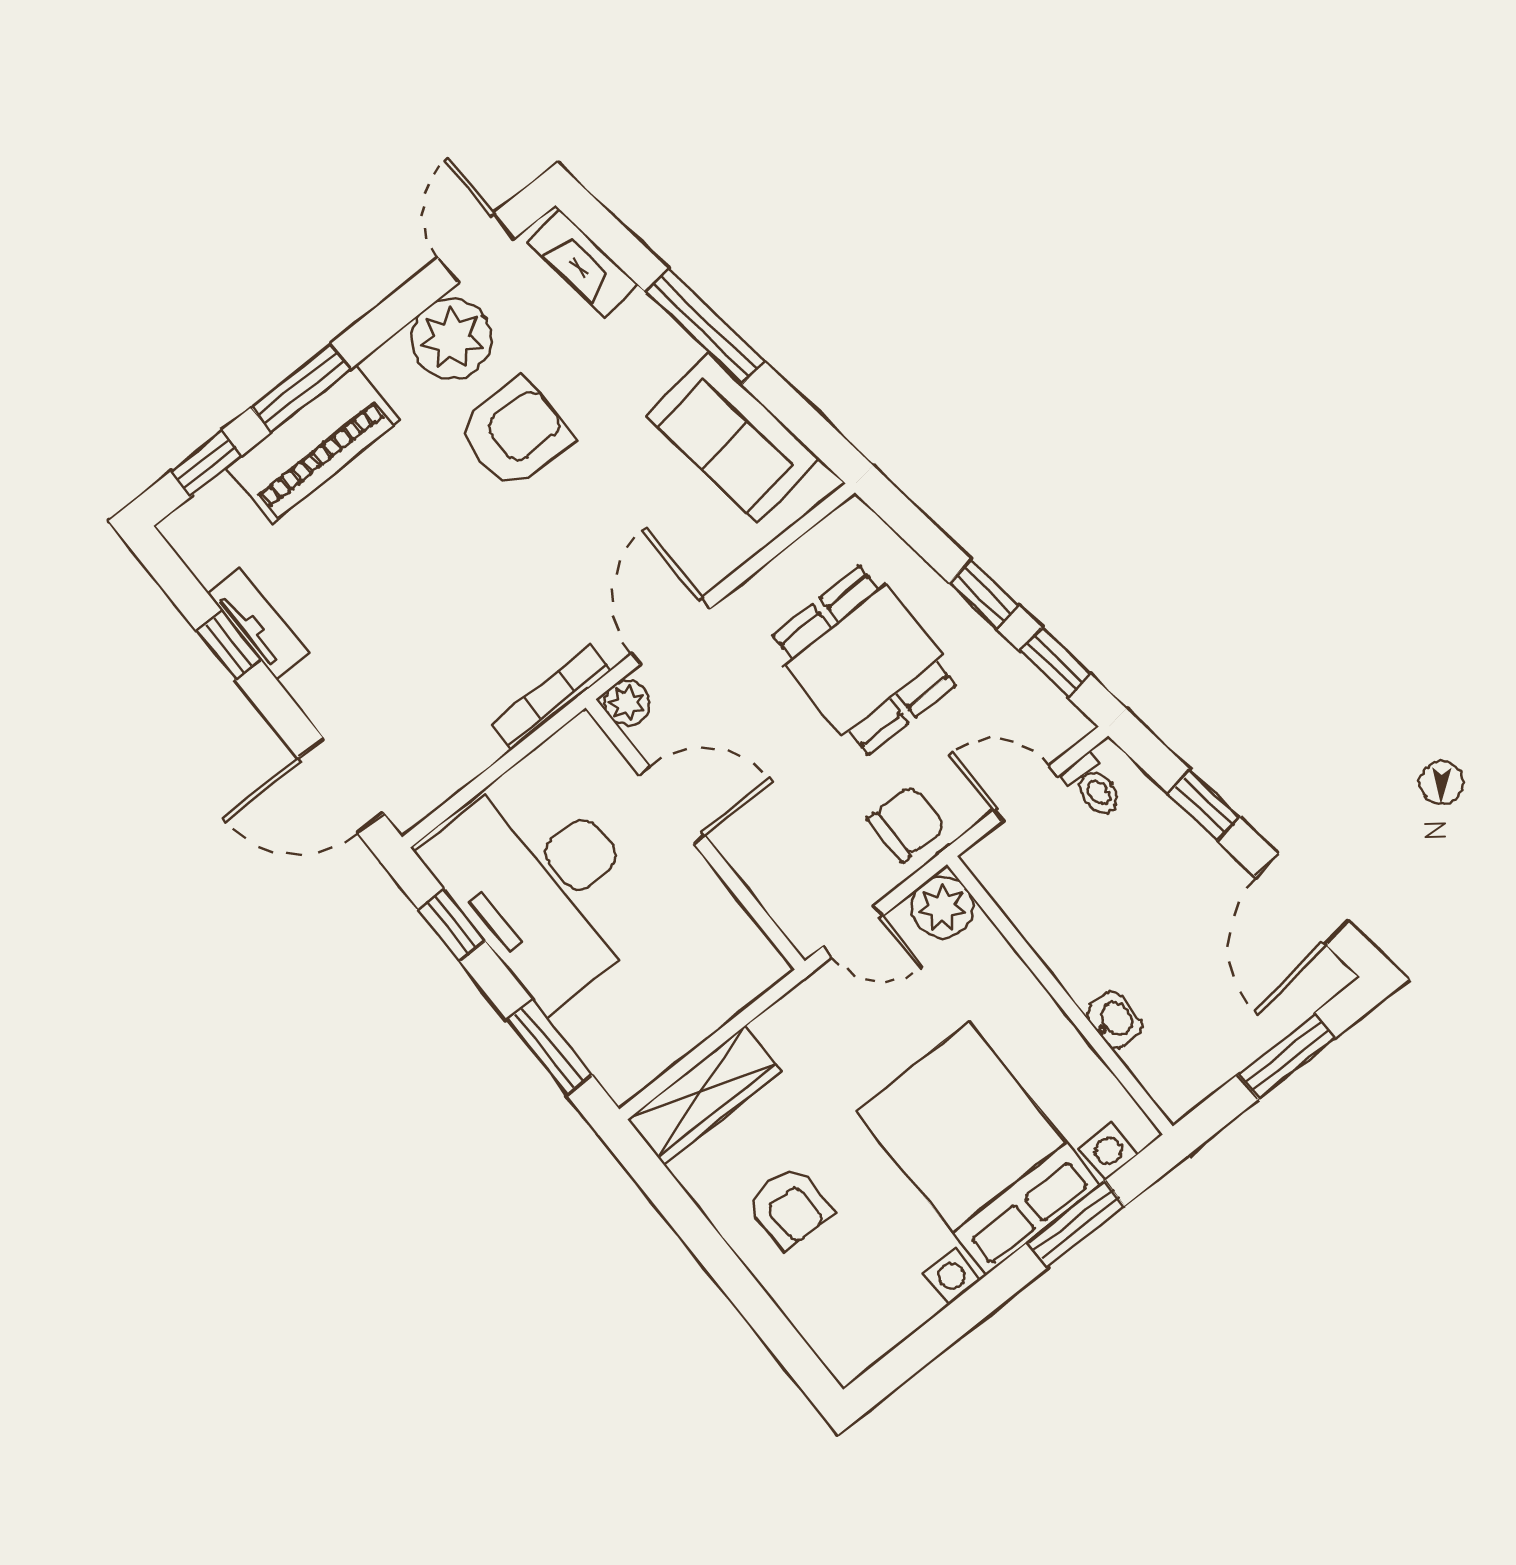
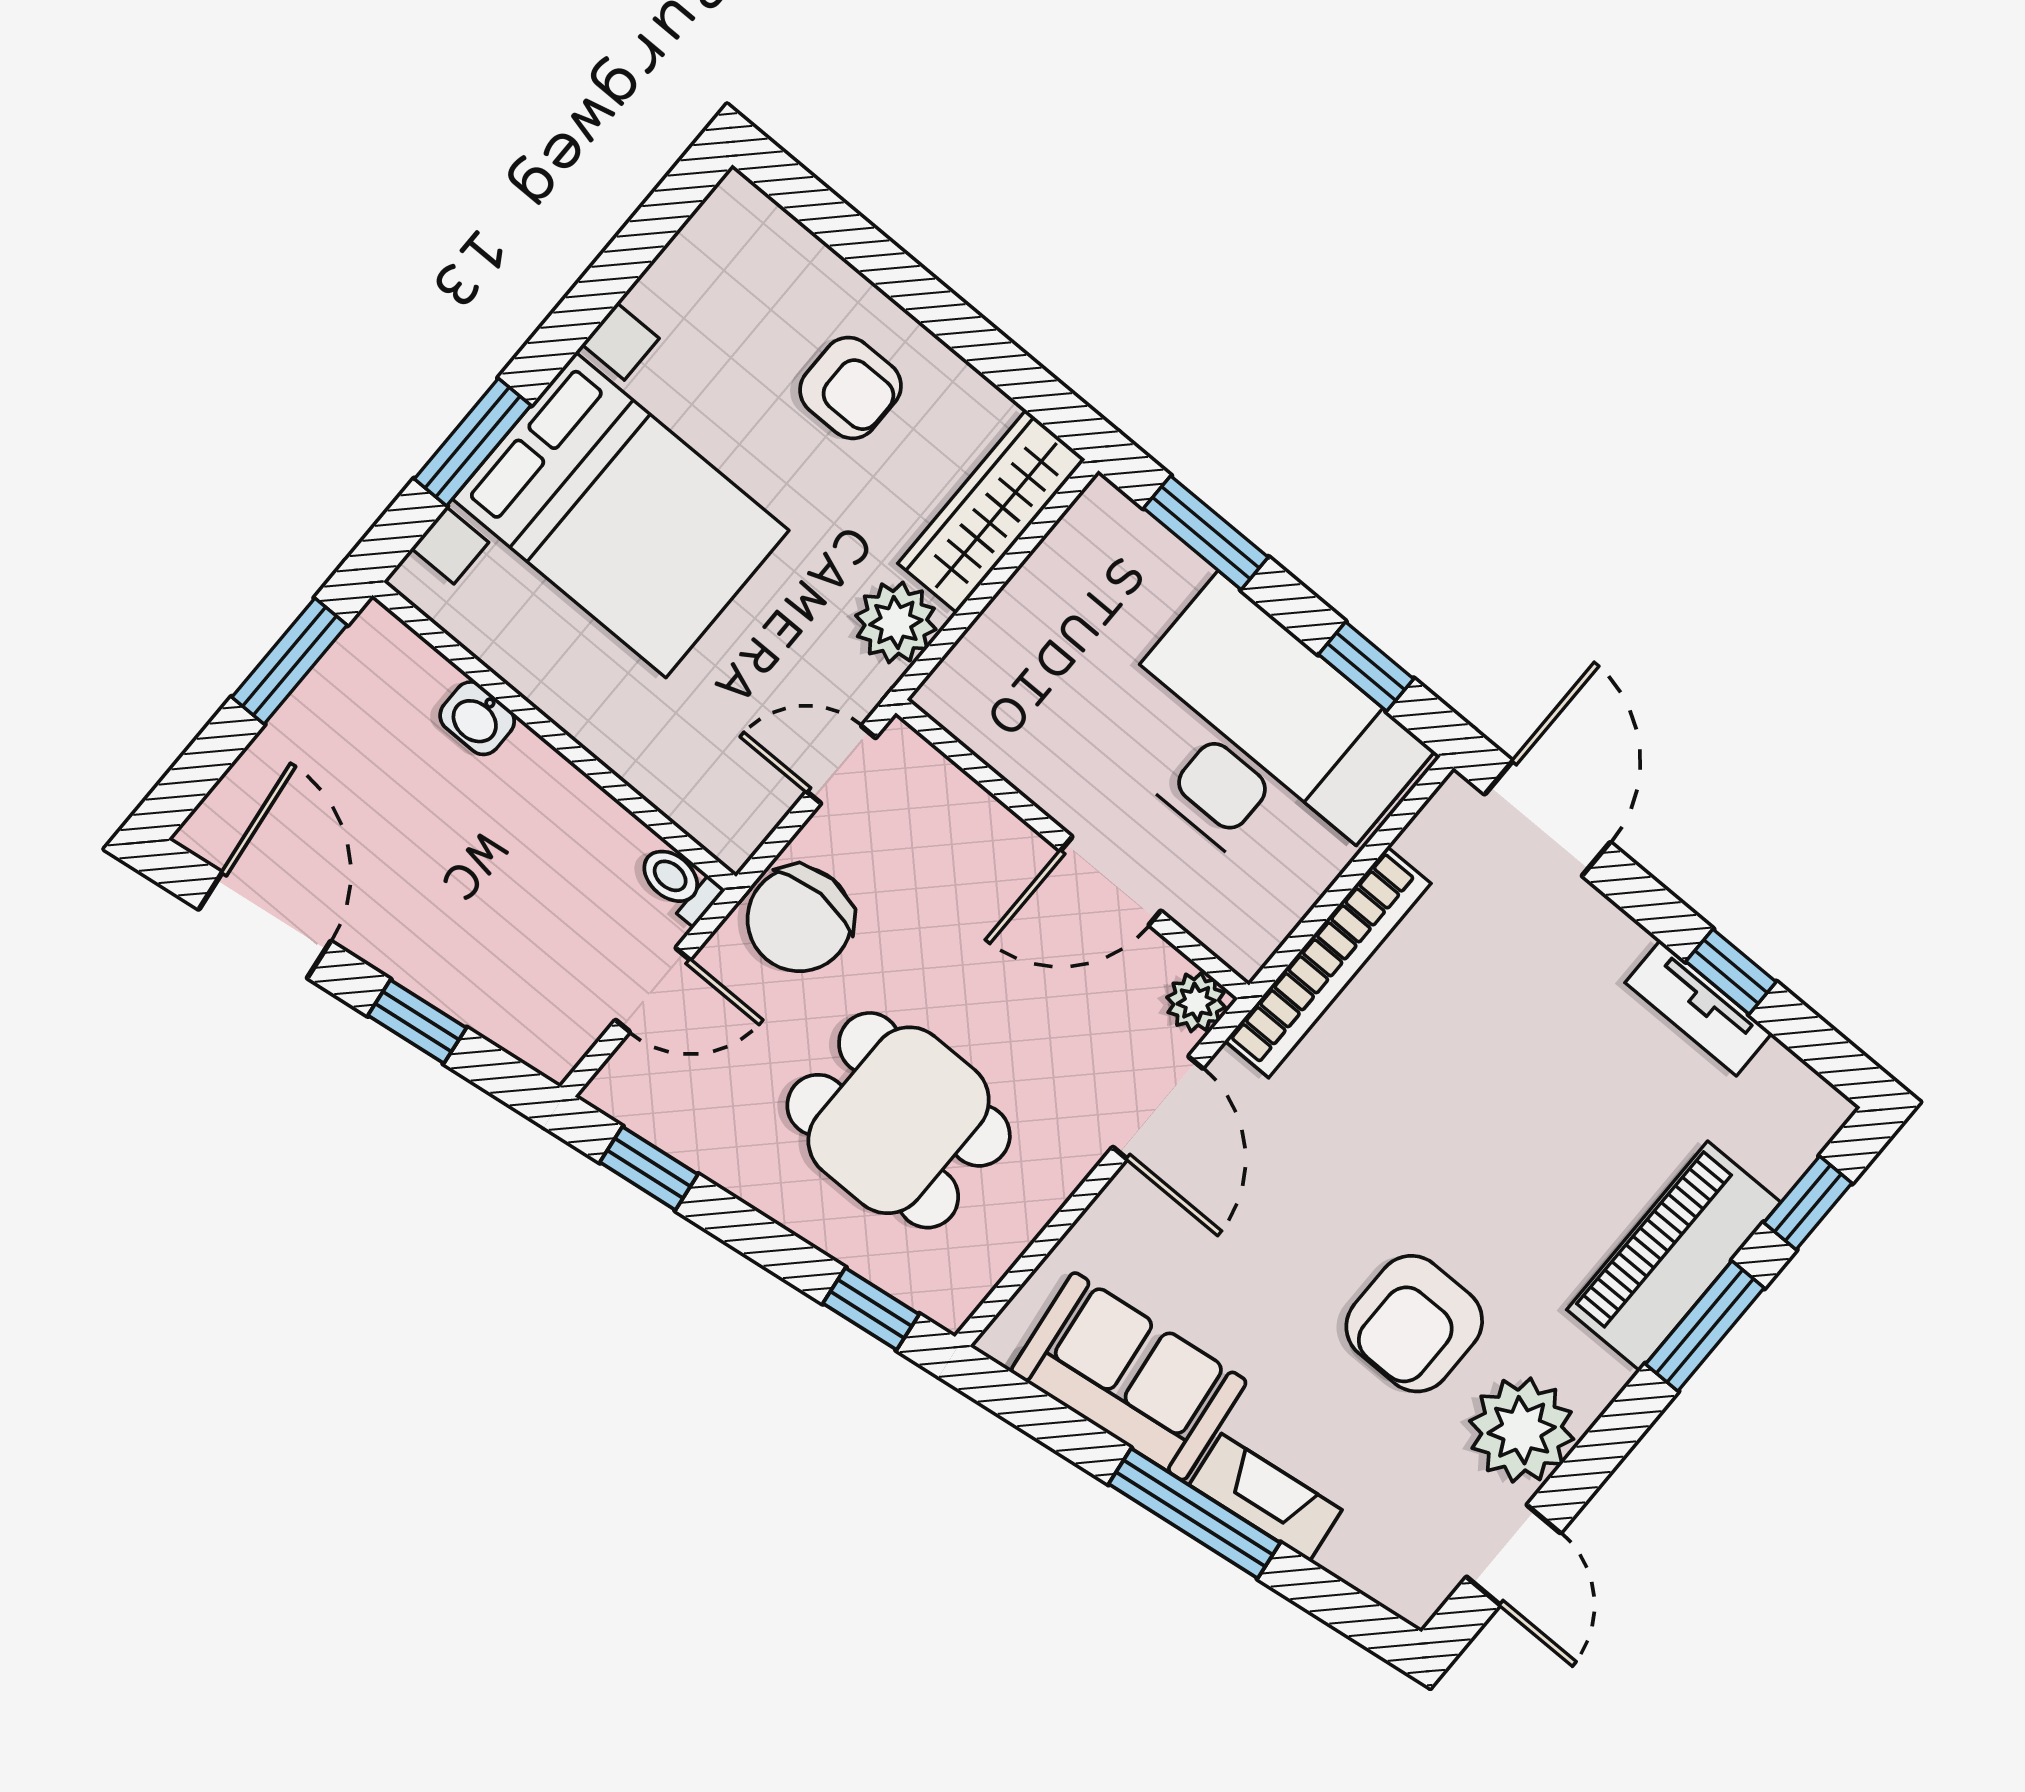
fireplace: (583, 263) -> (1266, 1497), moved
window: (984, 594) -> (871, 1309), moved
bookcase: (551, 697) -> (1328, 962), width x1.48, depth x1.31
door: (341, 786) -> (1547, 818), hinge flipped
toilet: (1093, 786) -> (679, 883), moved
chair: (907, 824) -> (800, 919), width x1.37, depth x1.37
plant: (942, 907) -> (896, 622), moved
window: (1287, 1056) -> (289, 661), moved
armchair: (790, 1207) -> (850, 388), turned 180

